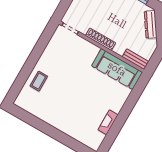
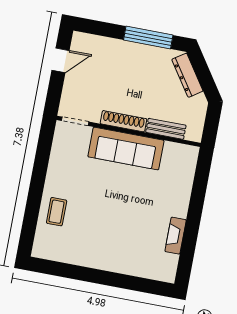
bench: (136, 59) -> (166, 129), moved
sofa: (117, 69) -> (126, 149), moved

